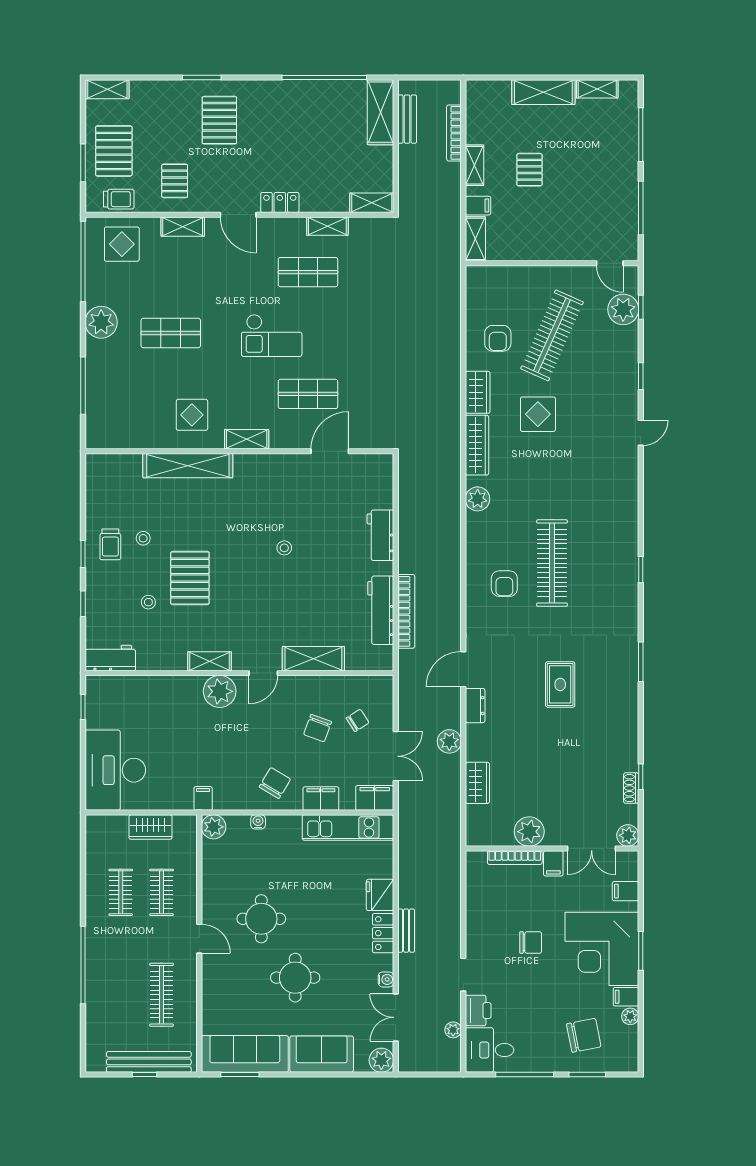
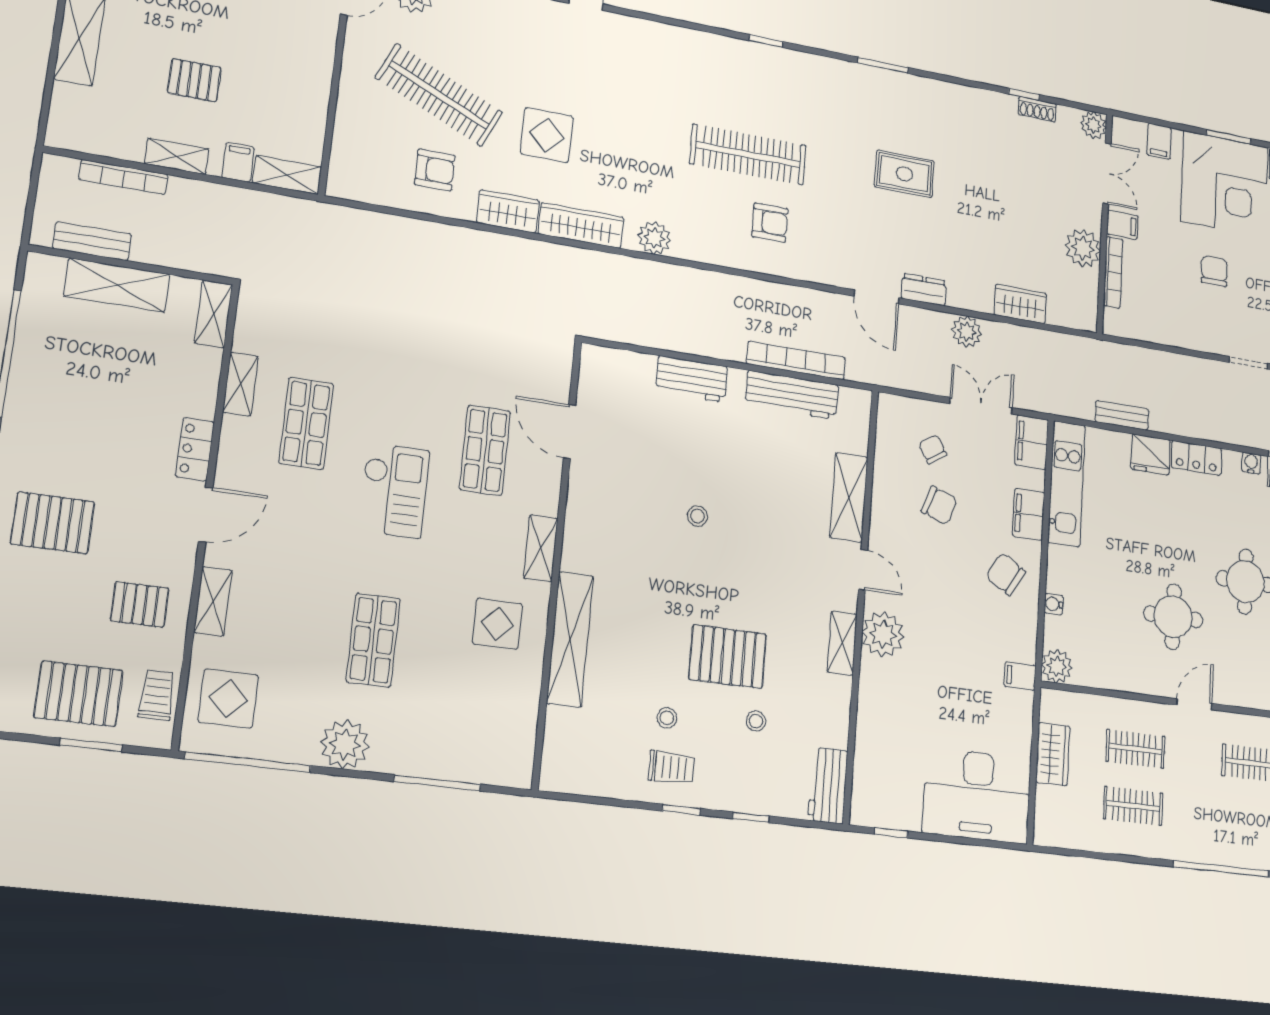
shelving: (380, 112) -> (117, 285), moved
bench: (406, 931) -> (1122, 415), moved

